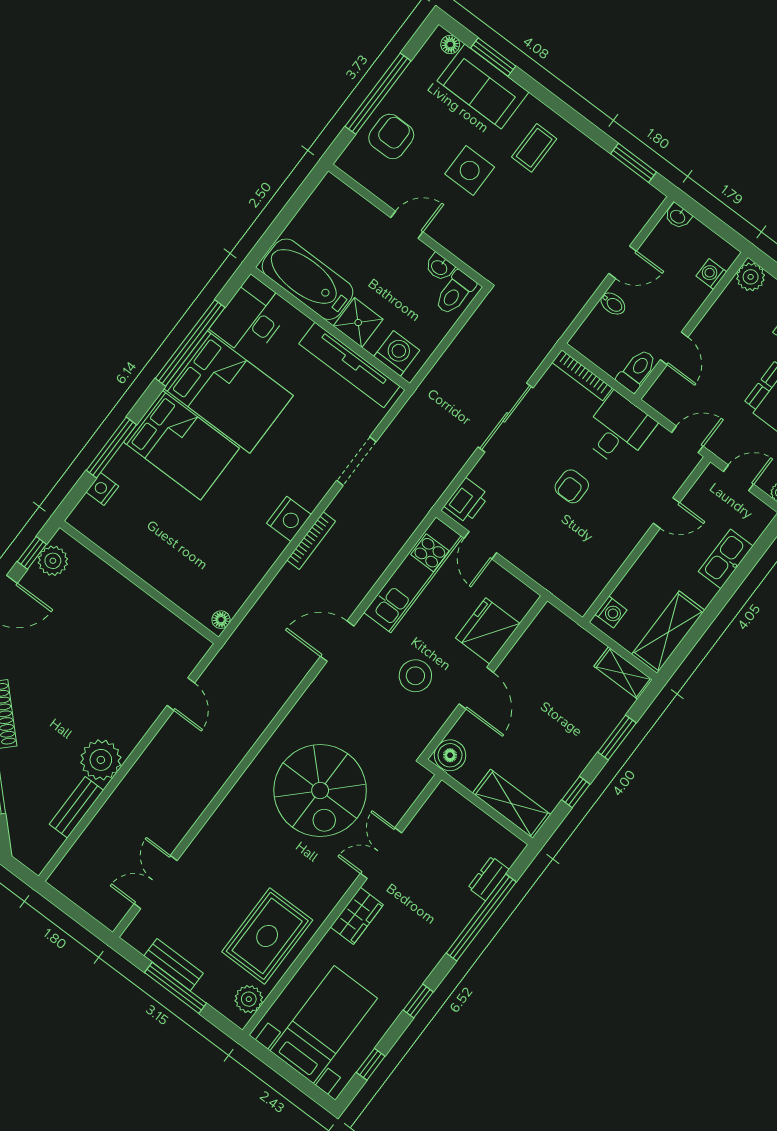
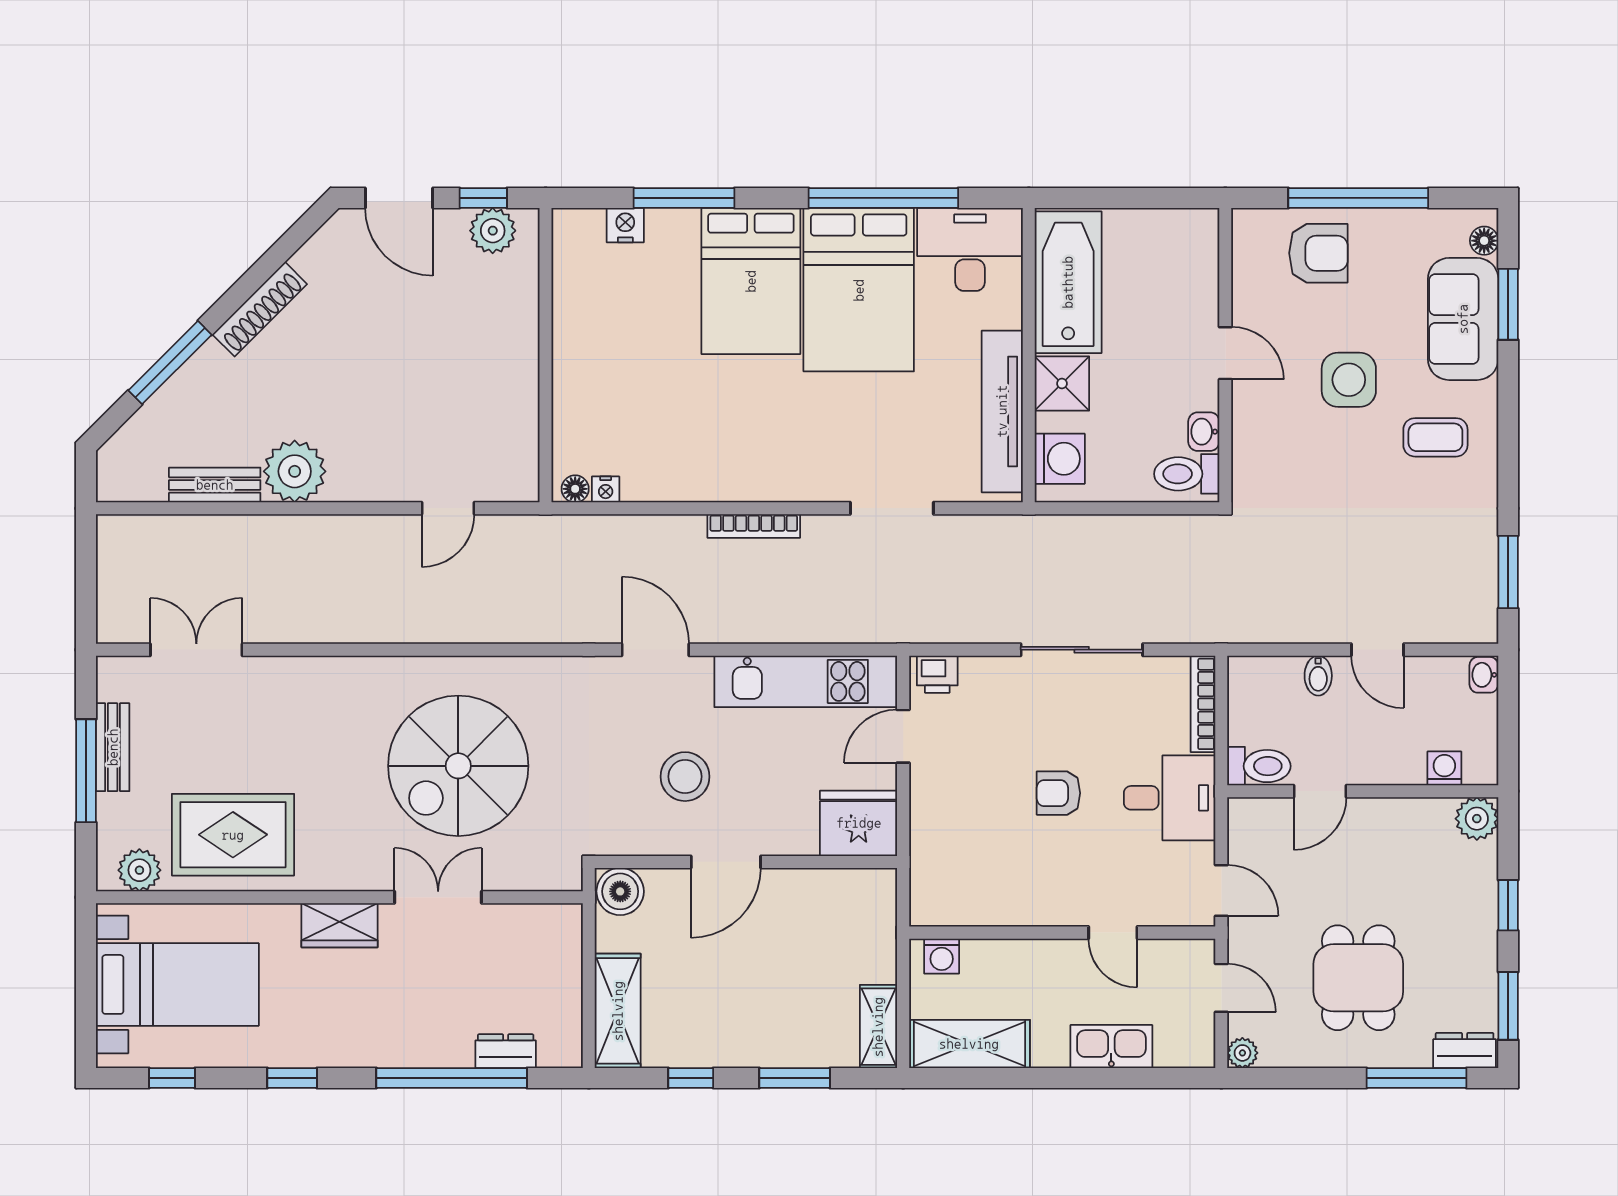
printer: (467, 501) -> (937, 674), width x0.73, depth x0.81
nightstand: (289, 519) -> (606, 489), moved, width x0.53, depth x0.56
fridge: (488, 631) -> (859, 823), moved

